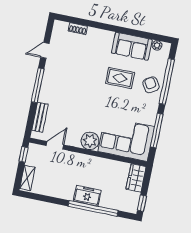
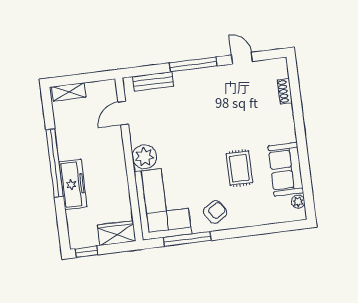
window: (167, 81) -> (256, 230), removed
armchair: (151, 85) -> (215, 212), moved
door: (55, 145) -> (123, 113), swing flipped
window: (24, 154) -> (97, 77), removed
freezer: (87, 196) -> (73, 184), width x1.40
window: (93, 208) -> (55, 163), moved

